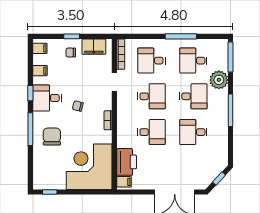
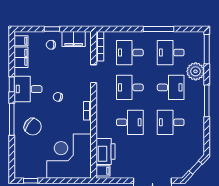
filing cabinet: (40, 71) -> (21, 57), width x2.00
desk: (151, 96) -> (130, 87), turned 180
chair: (52, 137) -> (33, 127), turned 125

